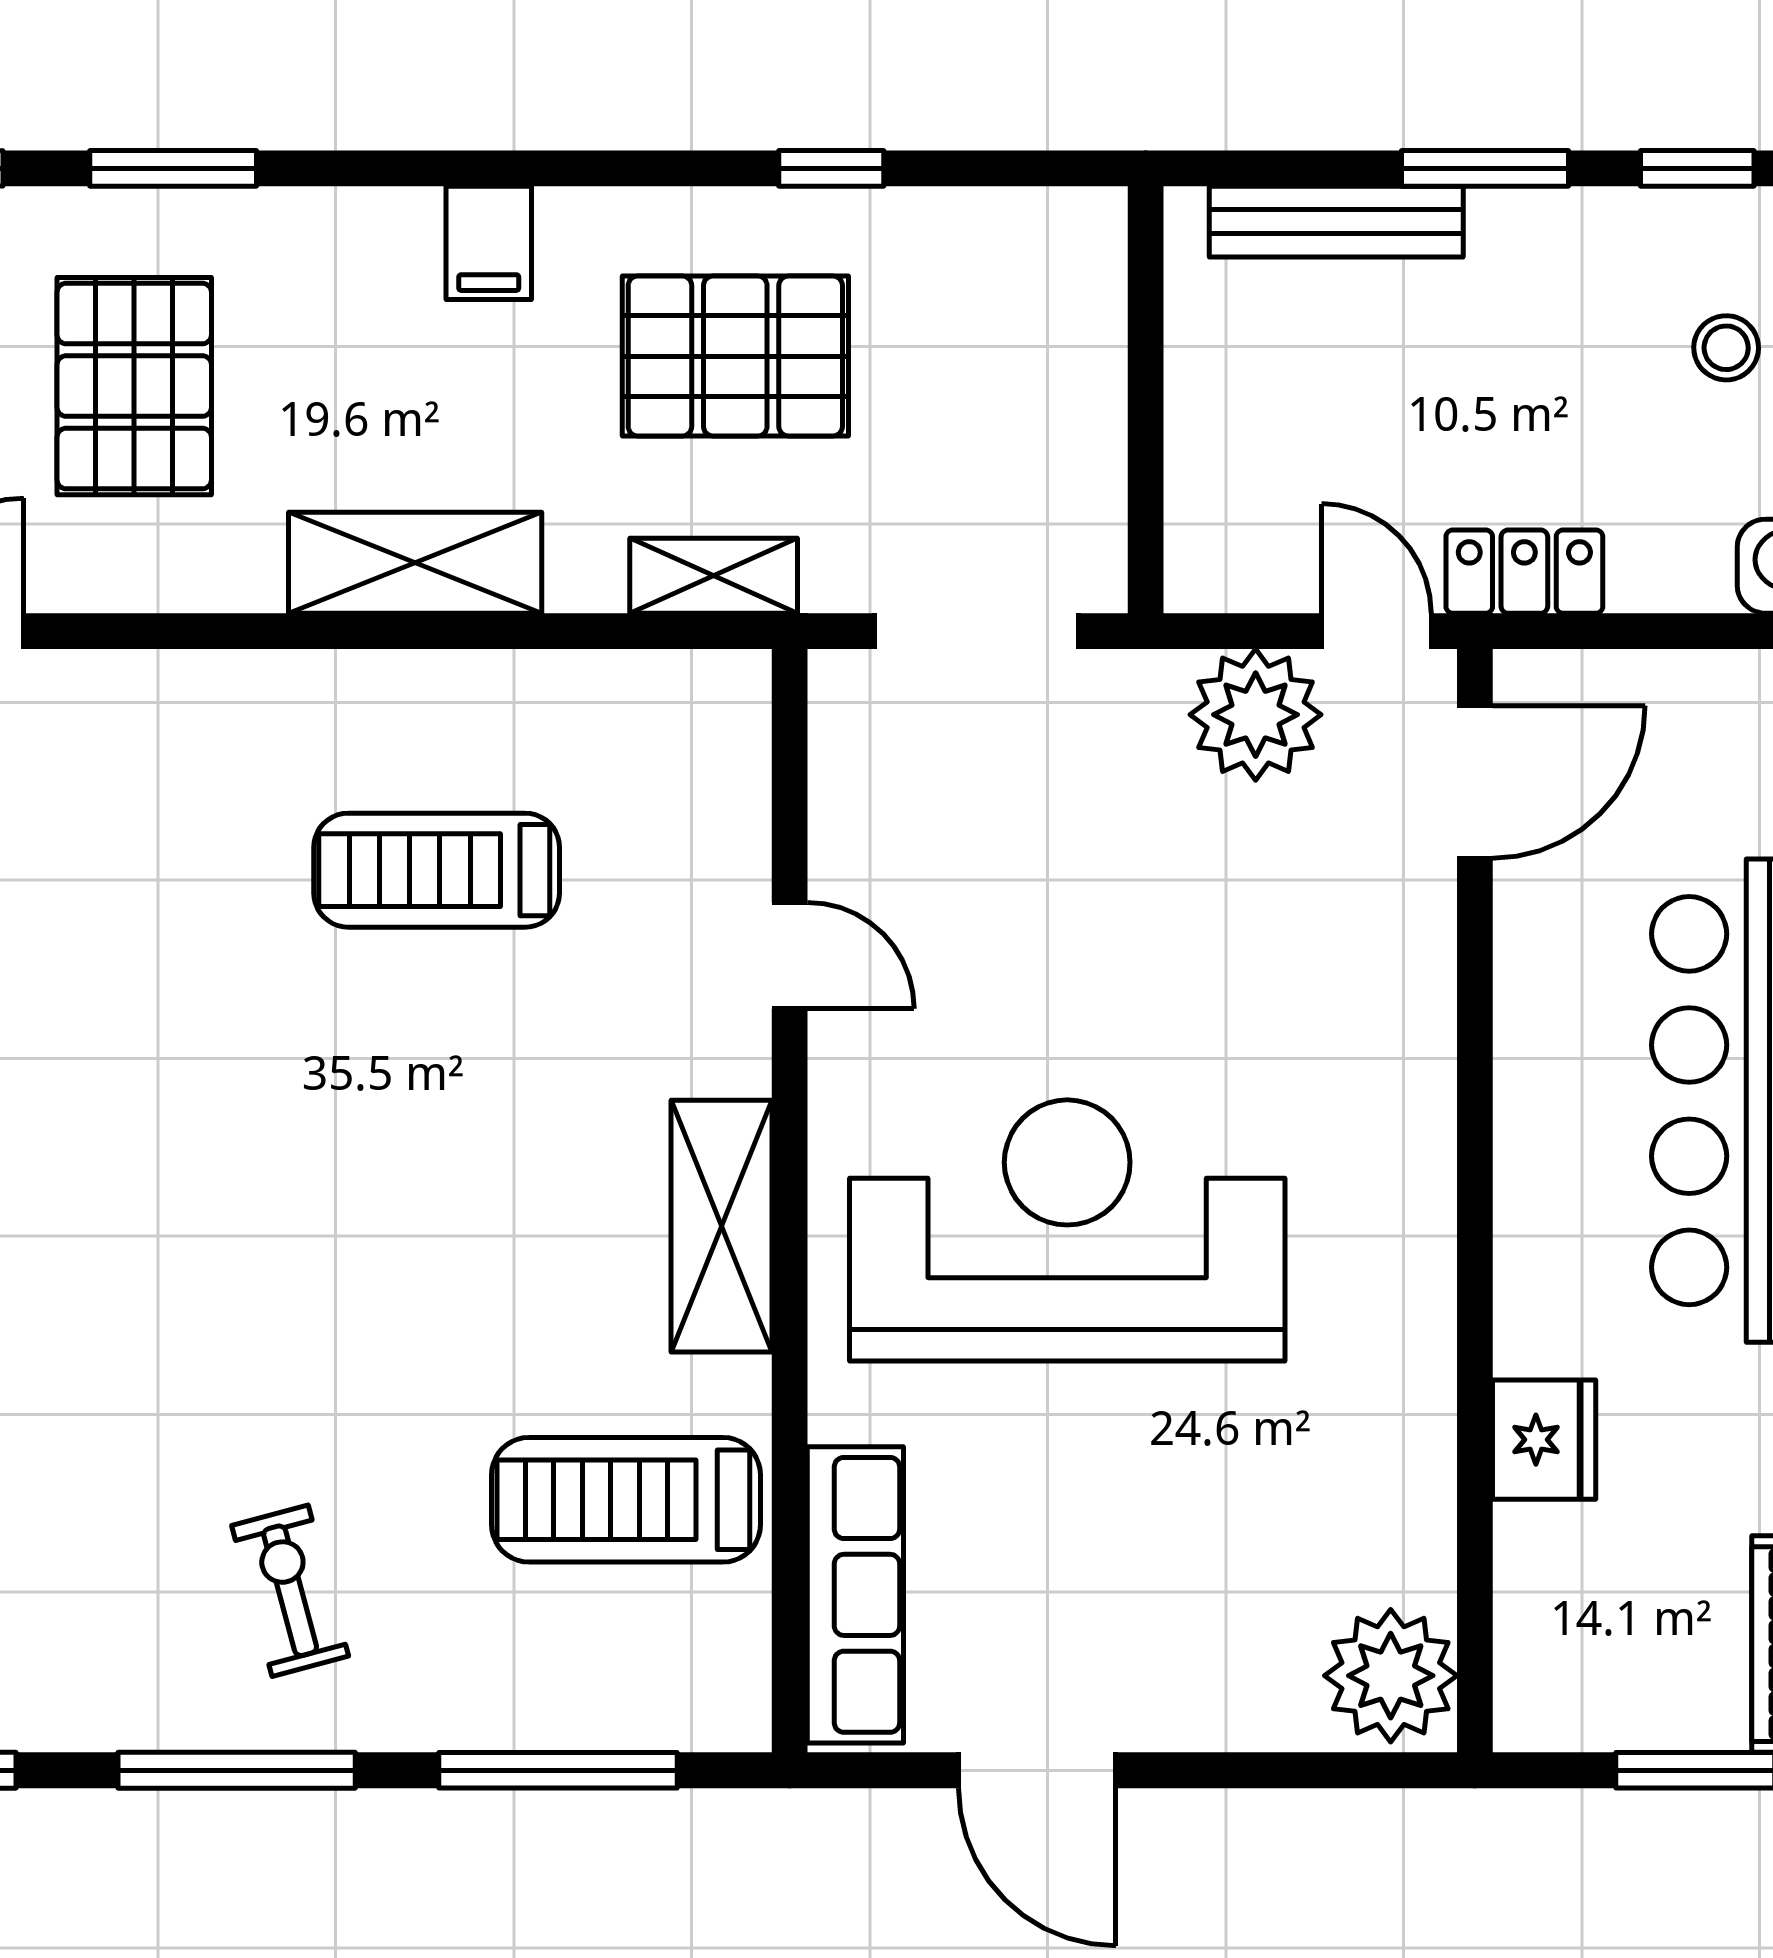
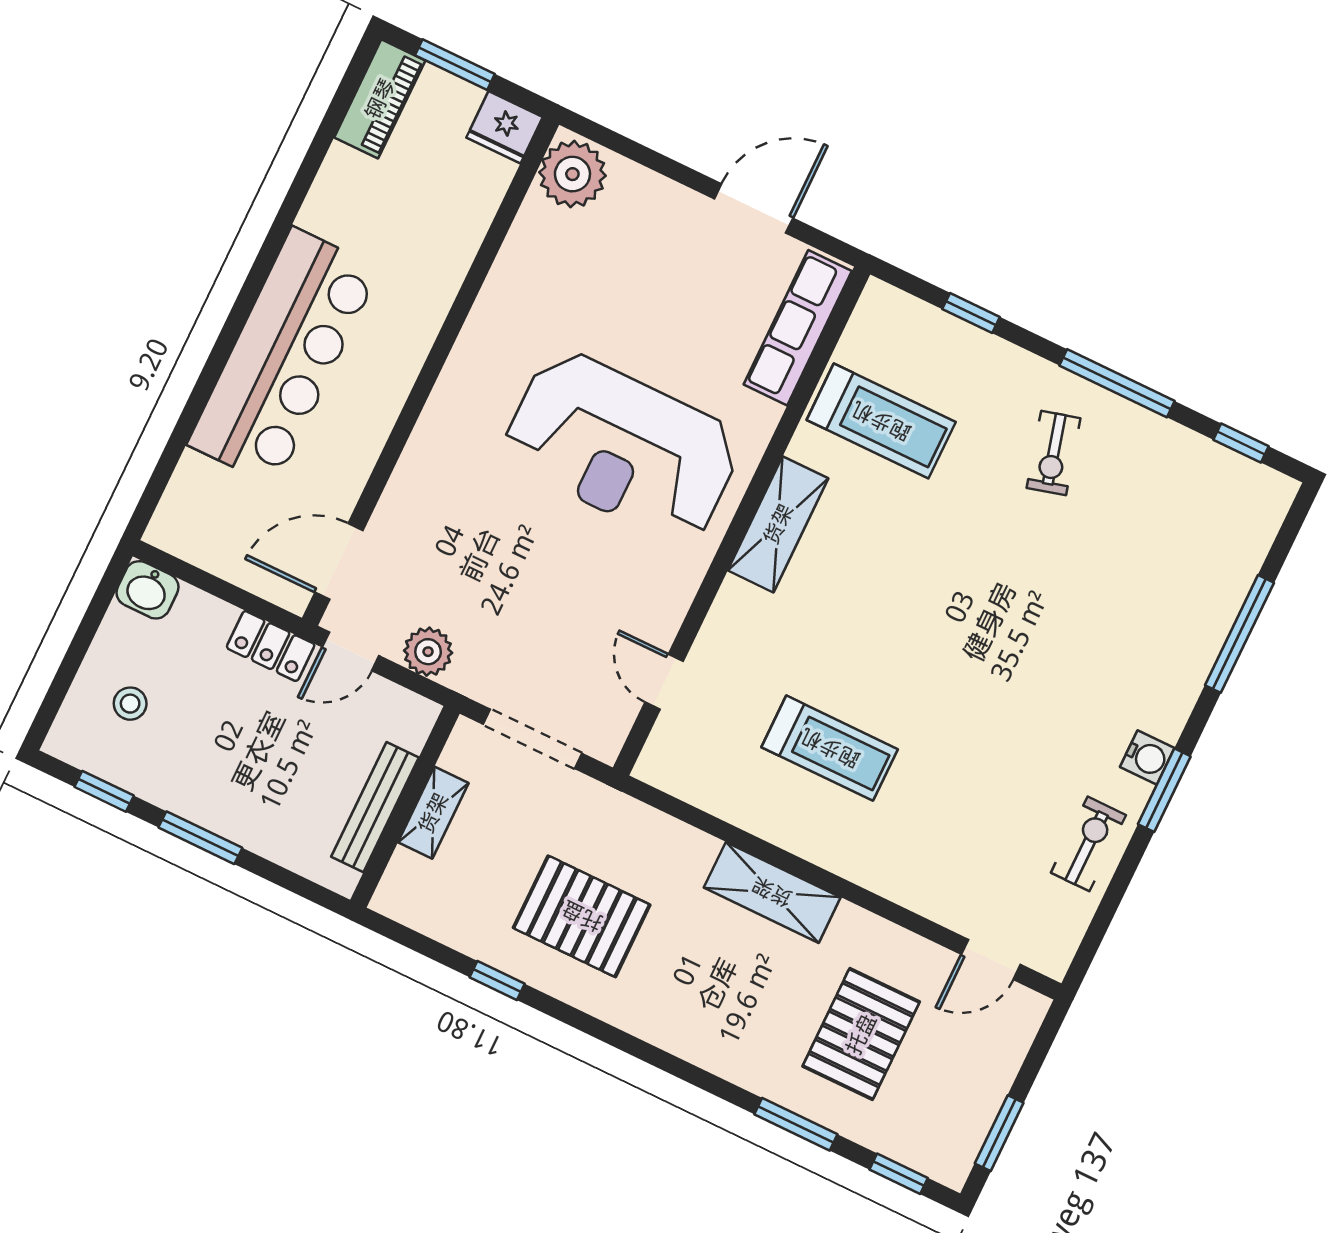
bench: (1336, 222) -> (375, 807), moved, turned 90
filing cabinet: (489, 243) -> (669, 1022), removed
shelving: (714, 576) -> (433, 813), moved, turned 90
door: (1377, 631) -> (351, 651), hinge flipped
plant: (1256, 715) -> (428, 652), width x0.73, depth x0.73
door: (790, 956) -> (664, 682), moved
fridge: (1544, 1440) -> (505, 127), moved, turned -90
window: (558, 1770) -> (971, 313), width x0.46
door: (1037, 1770) -> (754, 208), hinge flipped

